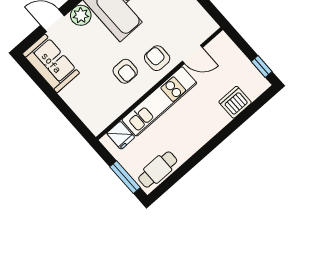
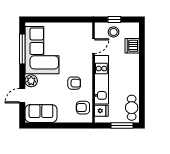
armchair: (157, 58) -> (83, 108), moved
stool: (232, 64) -> (114, 32), added
window: (262, 66) -> (114, 20), moved

